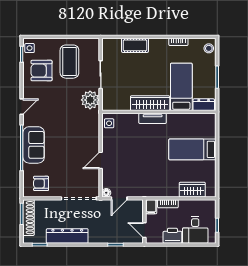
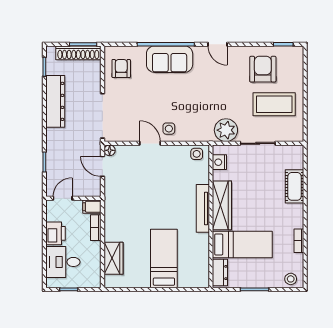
side table: (30, 48) -> (169, 129), moved
nightstand: (116, 105) -> (219, 162), added
tv unit: (153, 118) -> (203, 208), width x1.41

